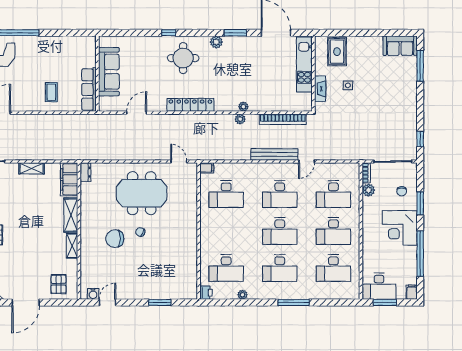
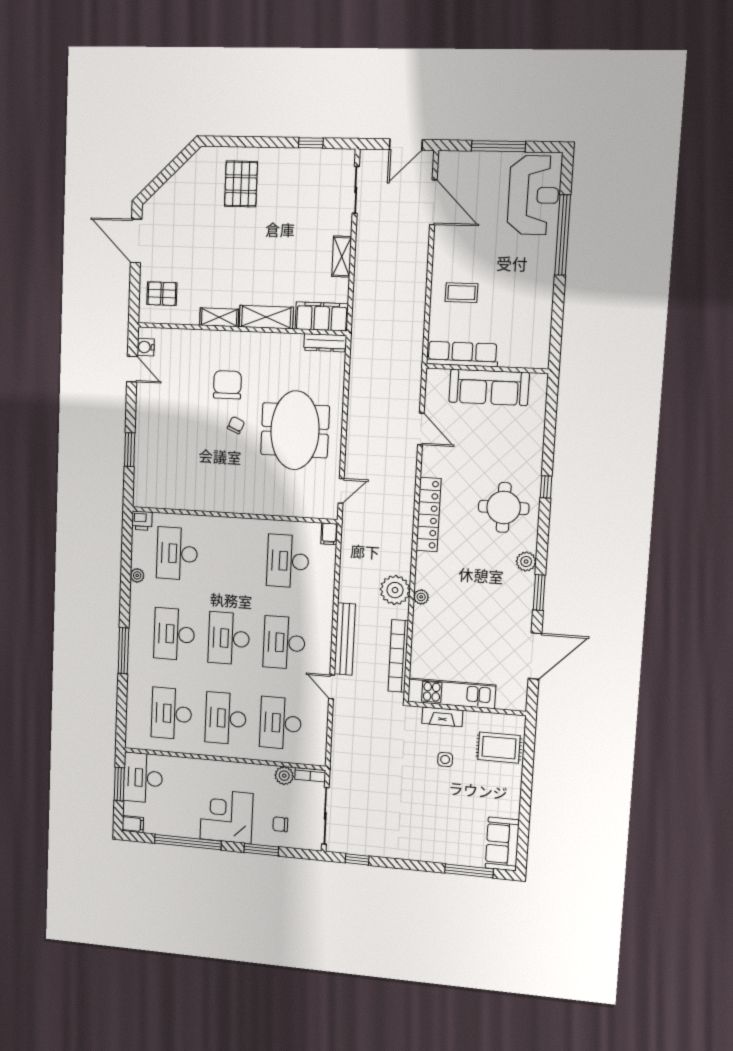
kitchen unit: (304, 65) -> (452, 693), moved
plant: (240, 119) -> (395, 590), width x1.87, depth x1.87
dresser: (85, 172) -> (325, 343), width x1.44

